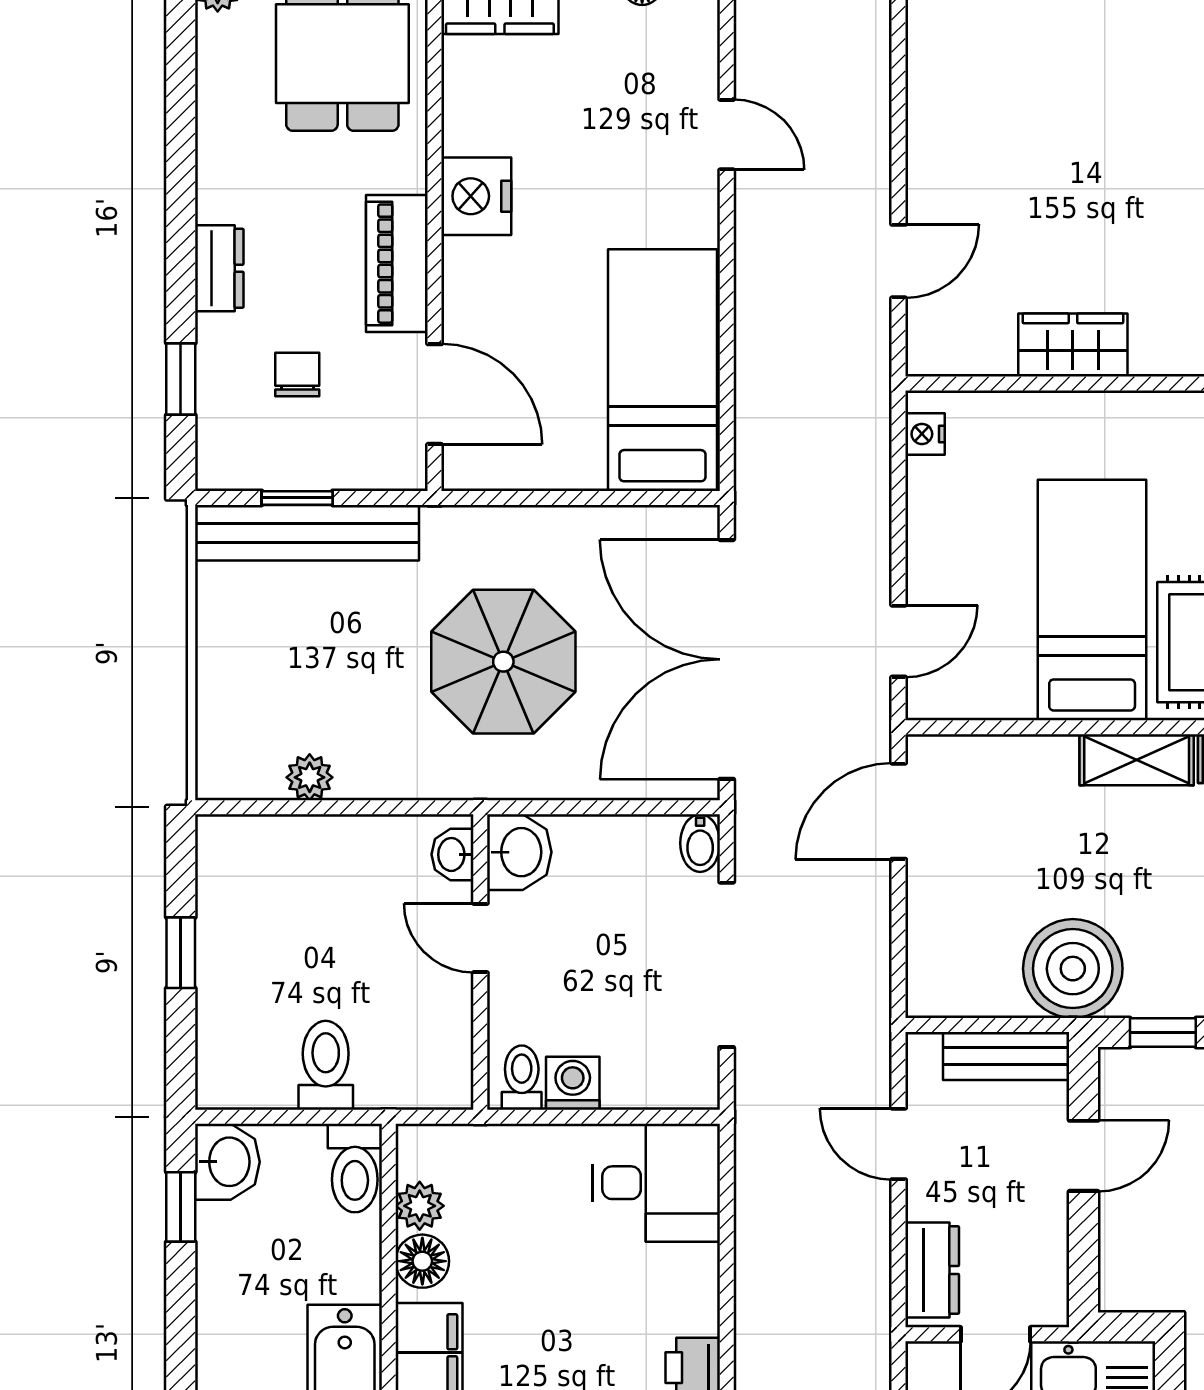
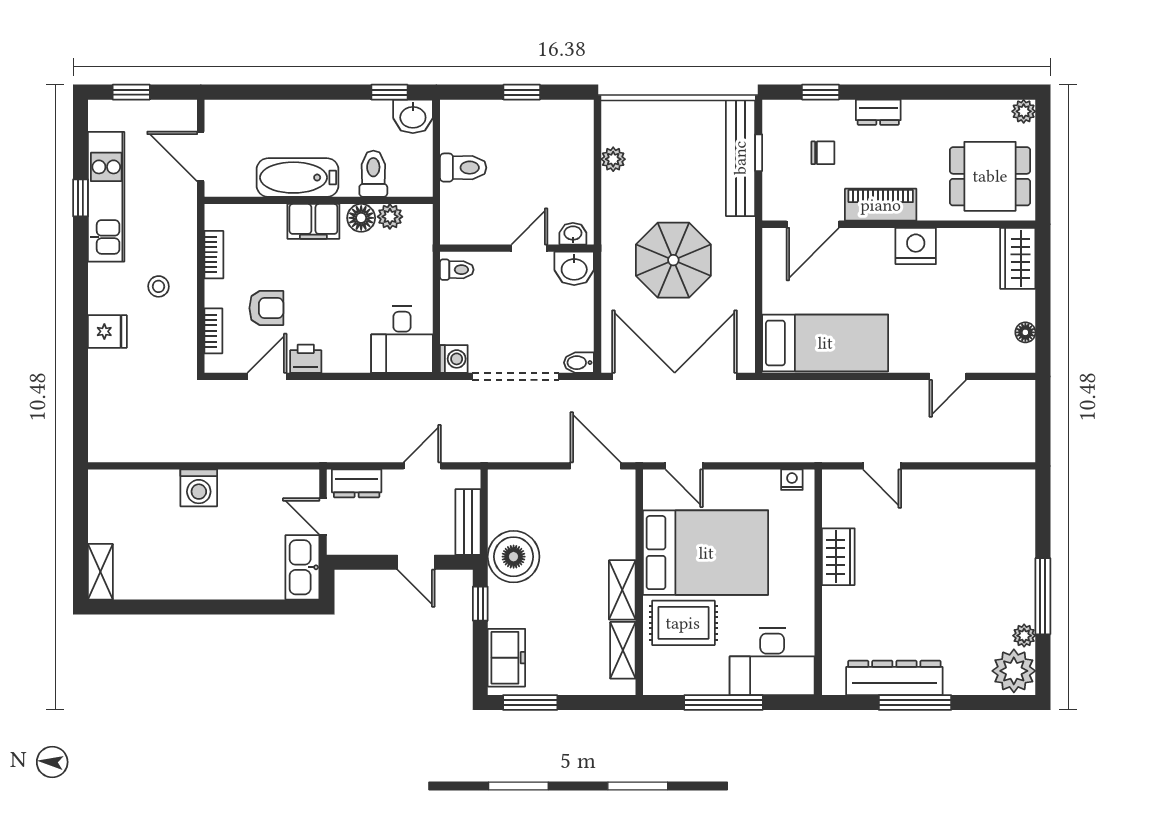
bed: (1092, 600) -> (706, 553), width x1.50
washing machine: (573, 1083) -> (454, 359), moved
toilet: (355, 1168) -> (373, 174), moved, turned 90

